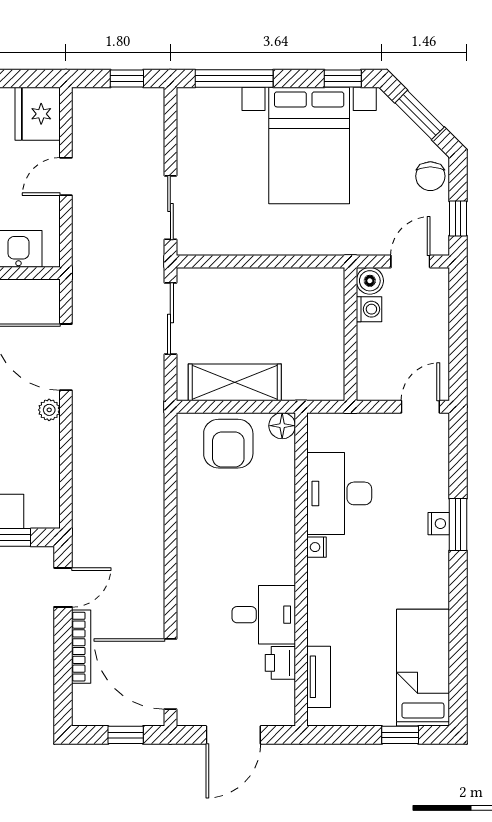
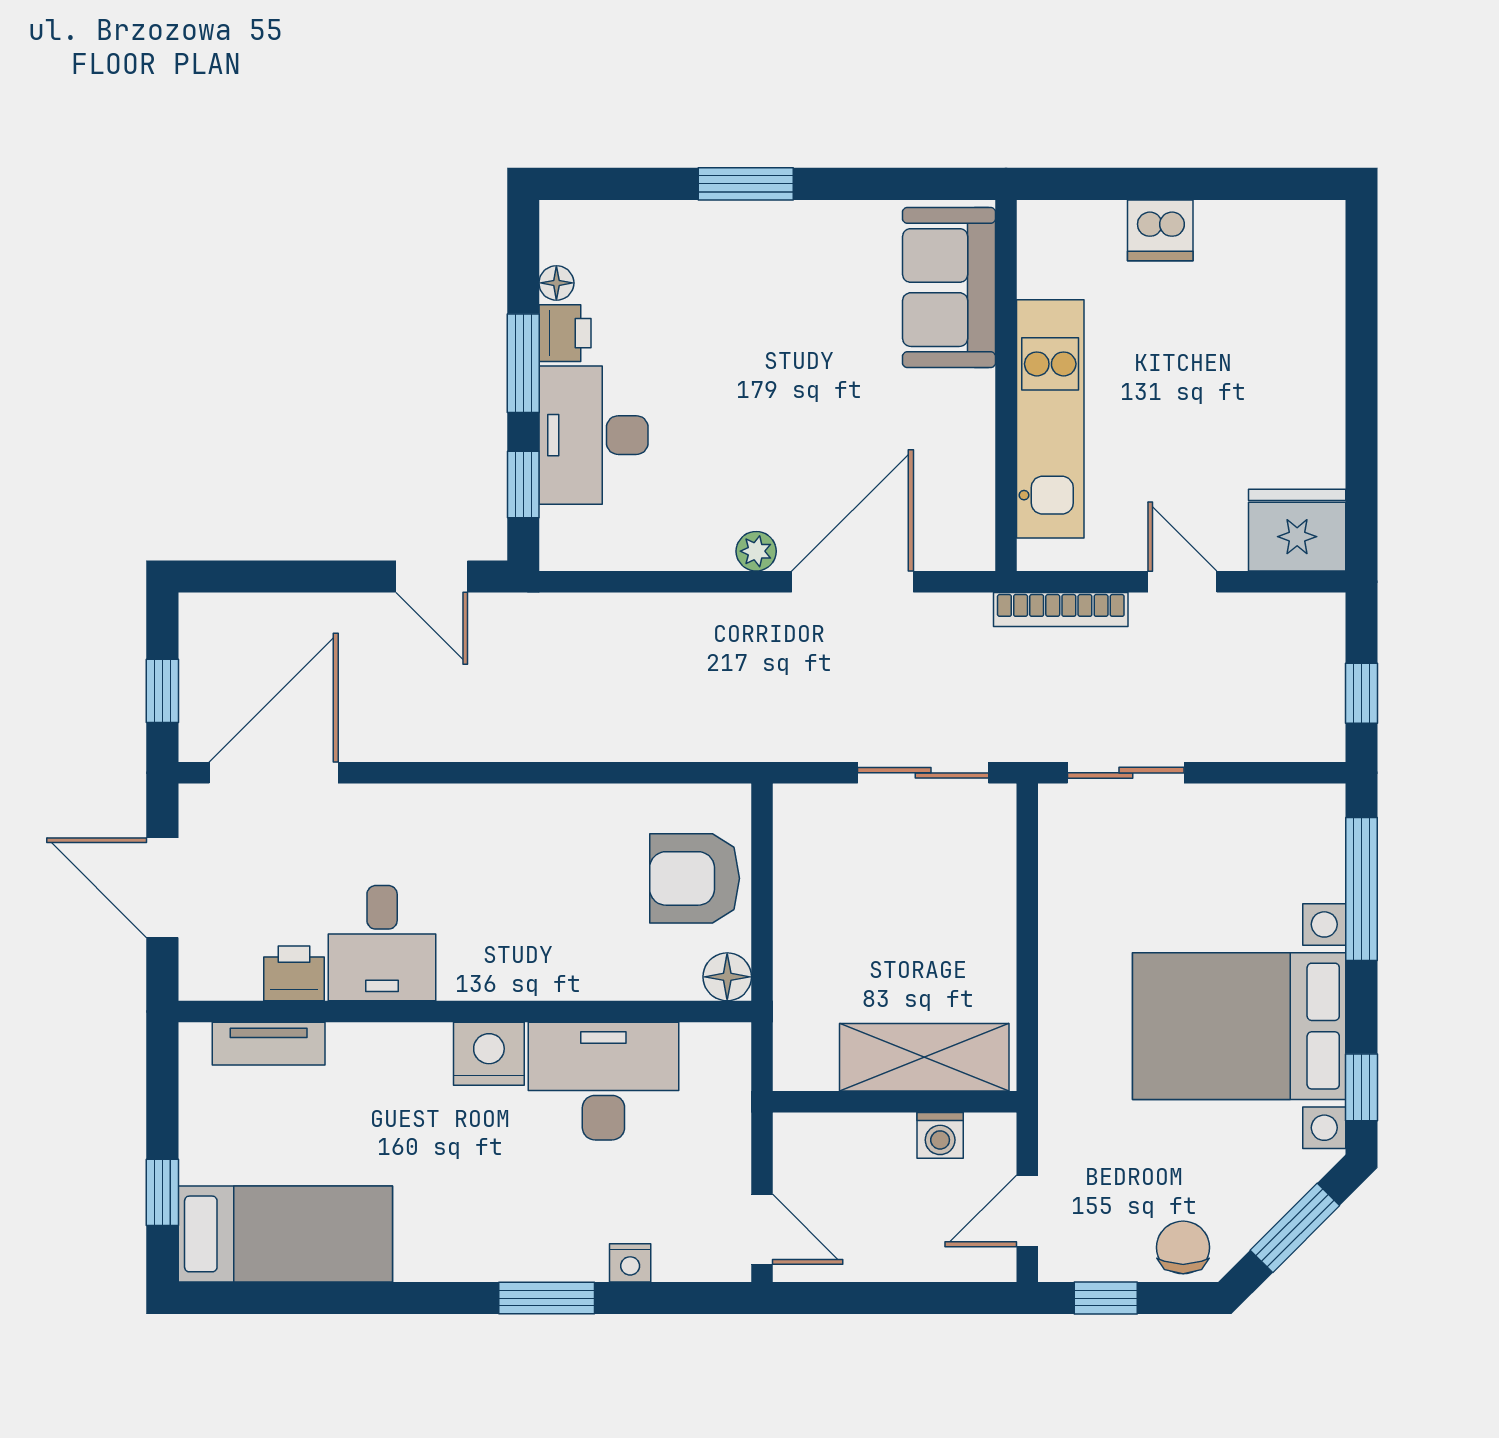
chair: (430, 176) -> (1183, 1247), turned 90
door: (410, 261) -> (1027, 1211), swing flipped
boiler: (370, 281) -> (992, 1137), removed
shelving: (235, 382) -> (924, 1057), moved, turned 90
nightstand: (439, 524) -> (630, 1263), moved
nightstand: (317, 547) -> (489, 1054), width x1.89, depth x1.79
bookcase: (81, 647) -> (1061, 610), moved

